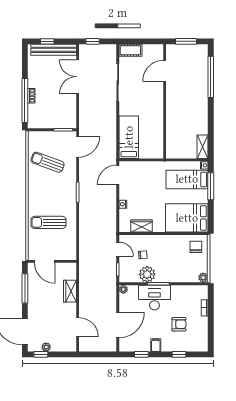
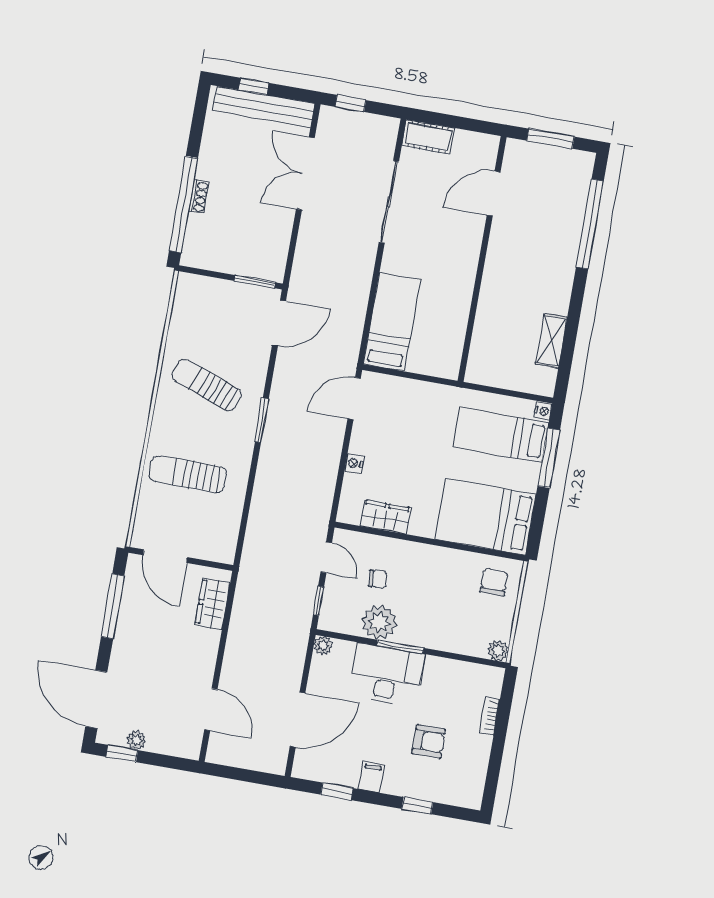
shelving: (203, 147) -> (551, 341), moved
sun lounger: (48, 162) -> (207, 385), moved
wardrobe: (70, 291) -> (213, 604), moved

